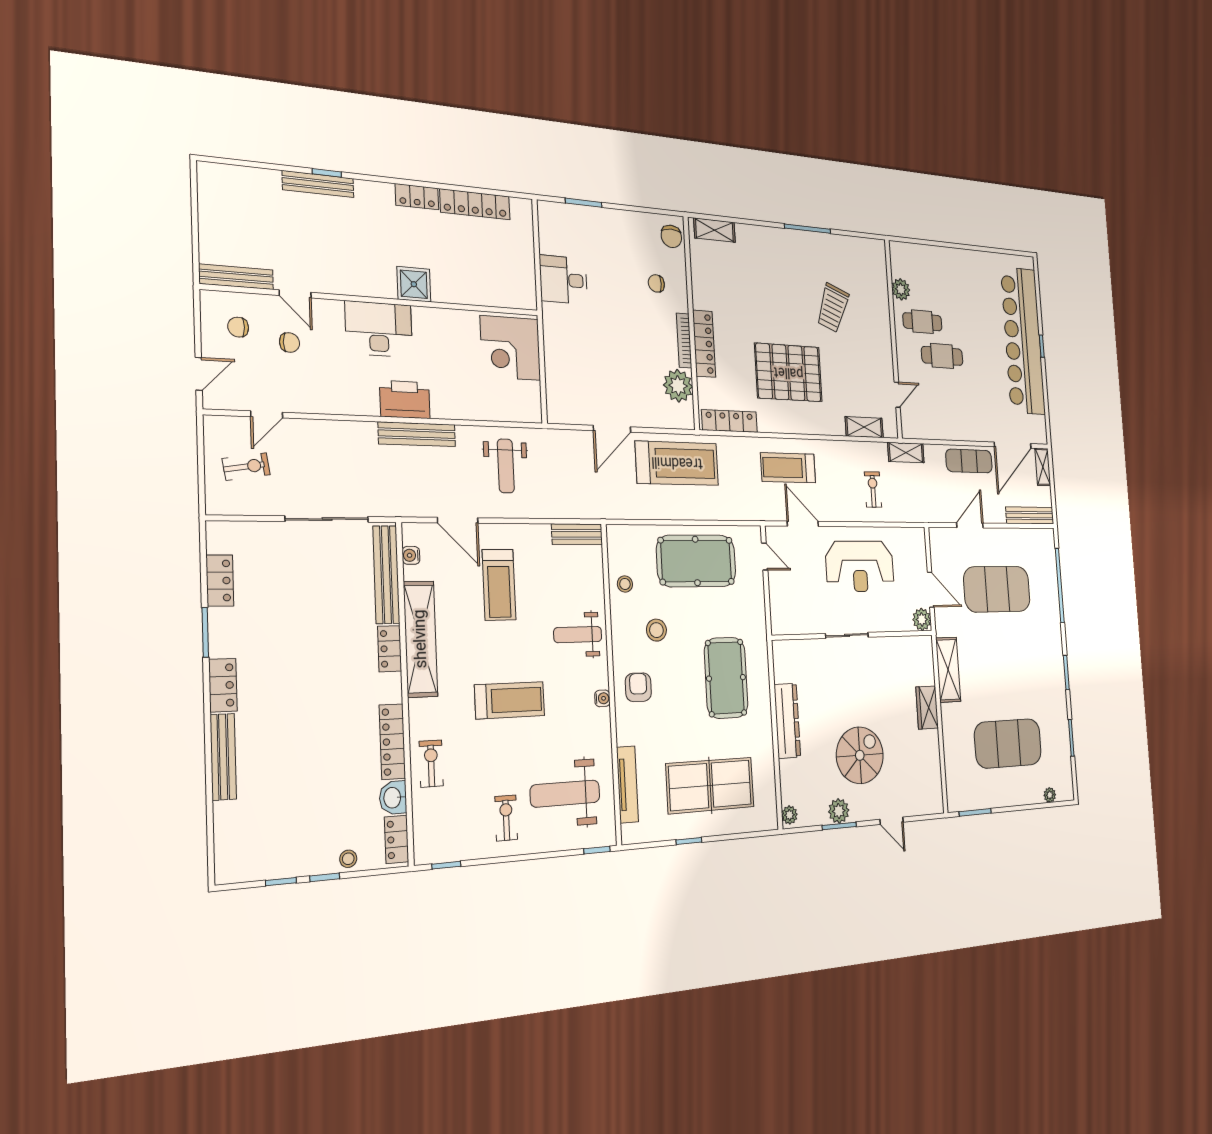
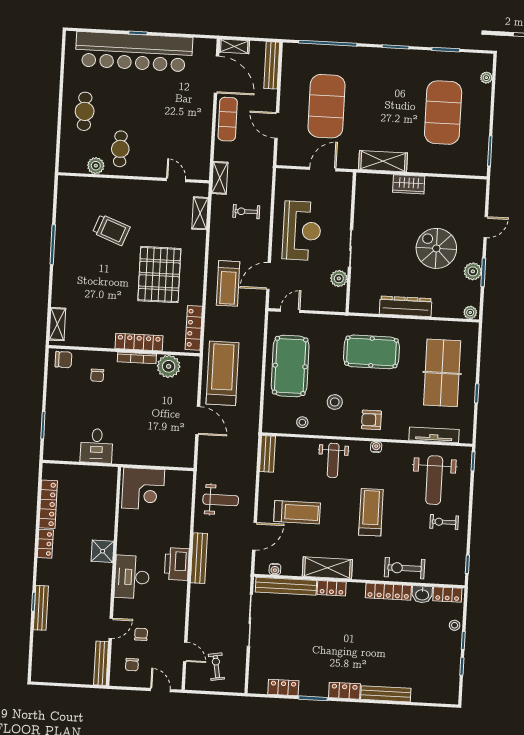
cafe table: (942, 356) -> (85, 111), moved
plant: (922, 619) -> (339, 278), moved
shelving: (420, 639) -> (327, 568), width x0.68
exercise bike: (431, 764) -> (405, 568), width x1.38, depth x1.39

